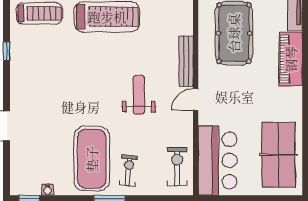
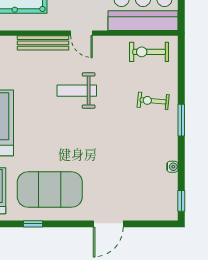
exercise mat: (92, 159) -> (50, 189), moved
water cooler: (48, 190) -> (172, 167), moved

